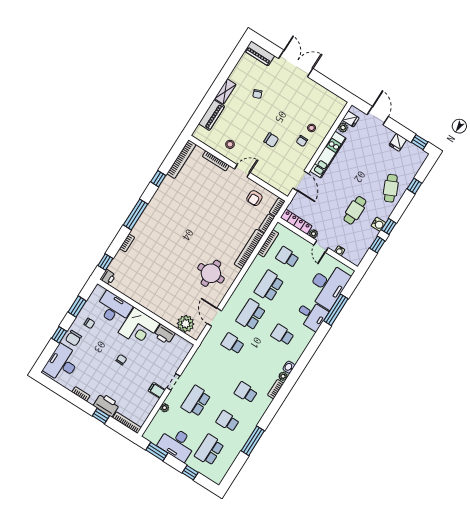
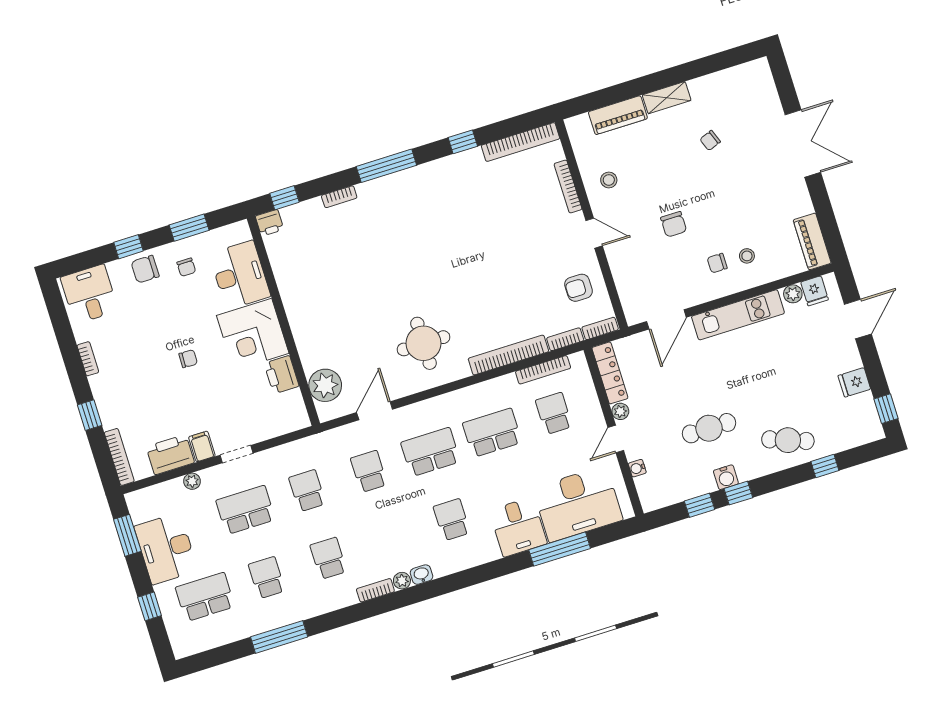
piano: (260, 53) -> (812, 241), moved
cafe table: (391, 188) -> (788, 440), turned 44
desk: (62, 363) -> (89, 294), width x0.73
school desk: (214, 372) -> (307, 491), added
printer: (107, 405) -> (170, 455), moved, turned -90

